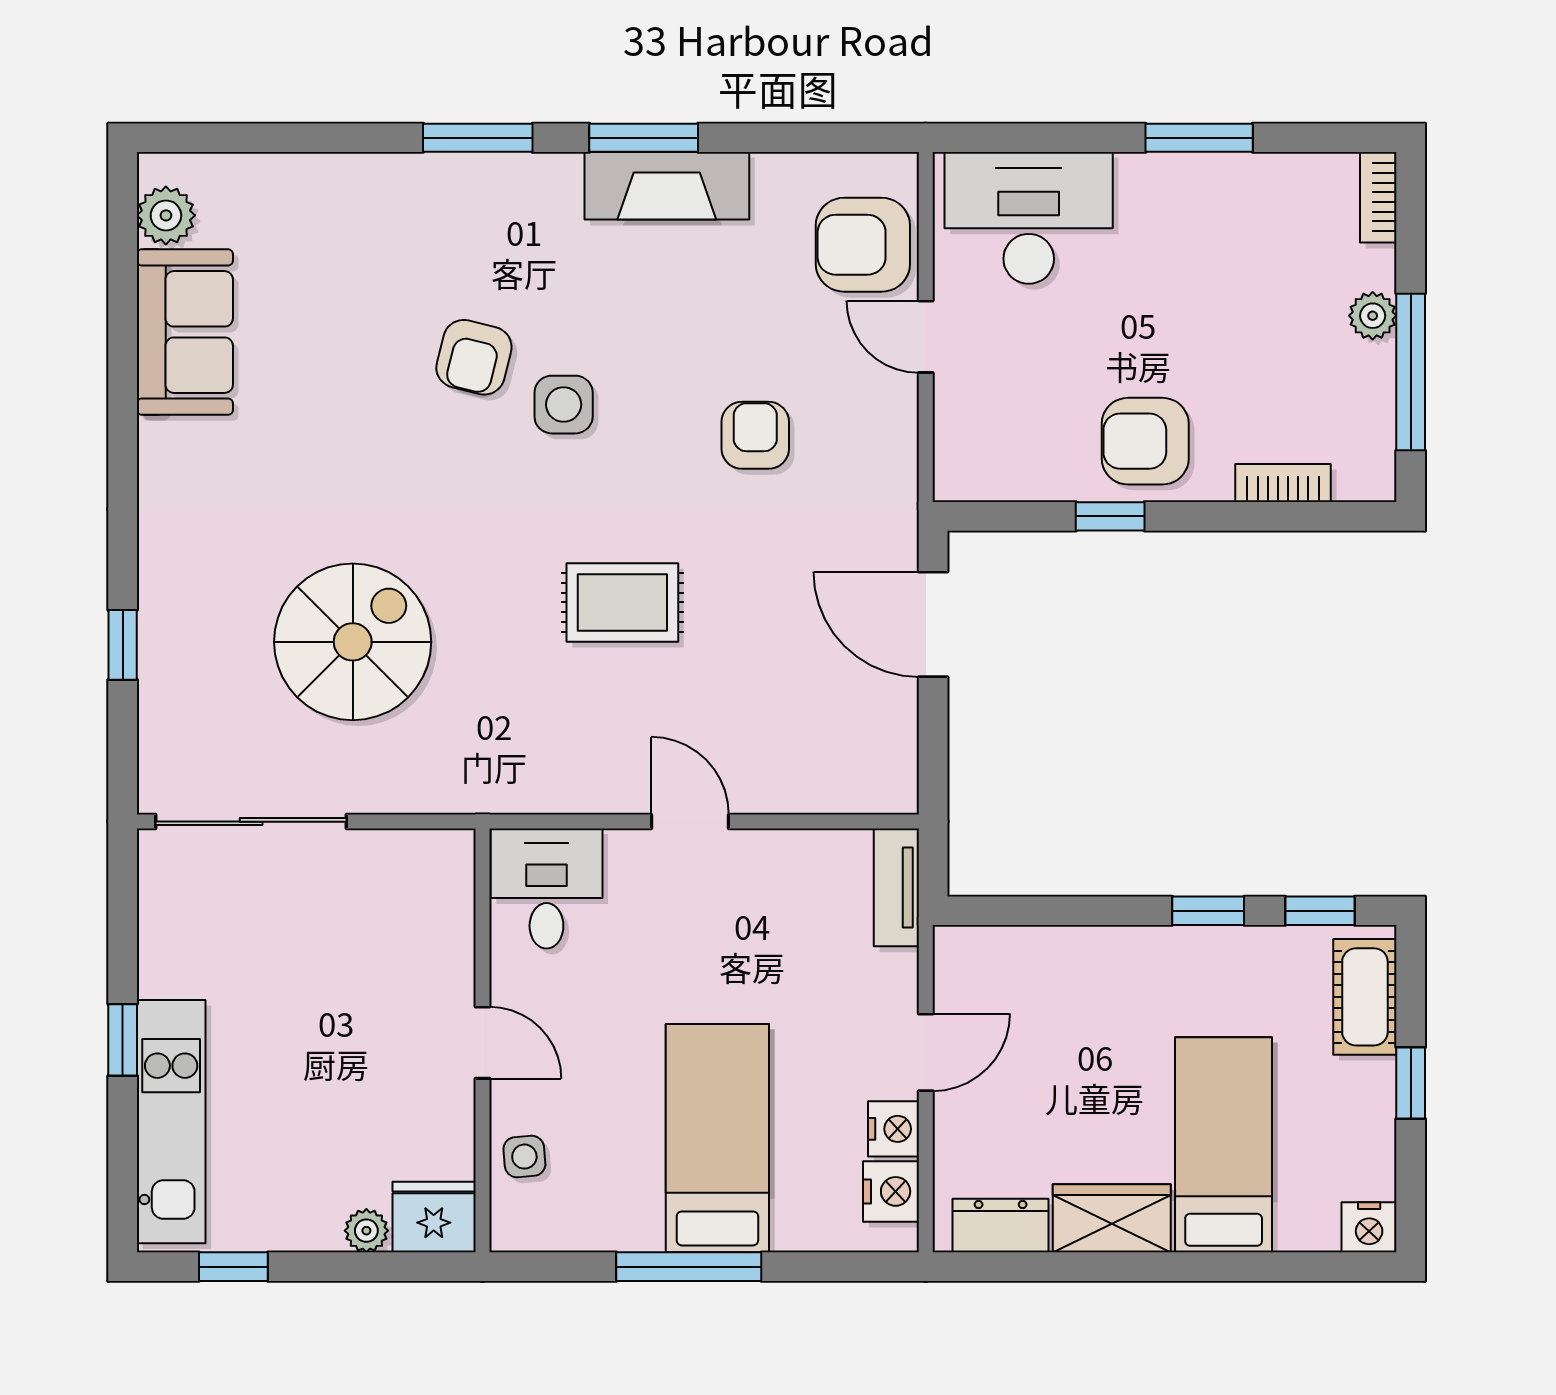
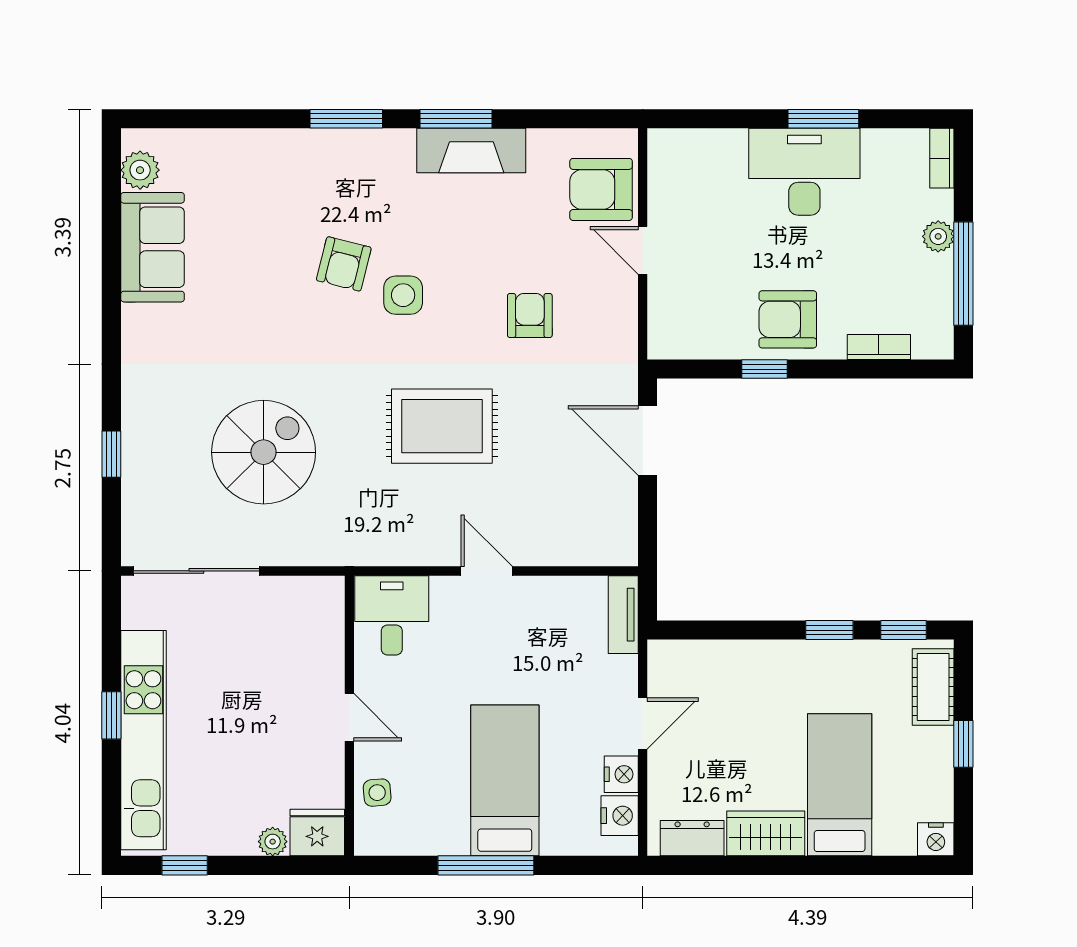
desk: (1029, 218) -> (804, 172), moved
rug: (622, 602) -> (442, 426), width x1.36, depth x1.43
kitchen unit: (171, 1122) -> (143, 740), width x1.36

